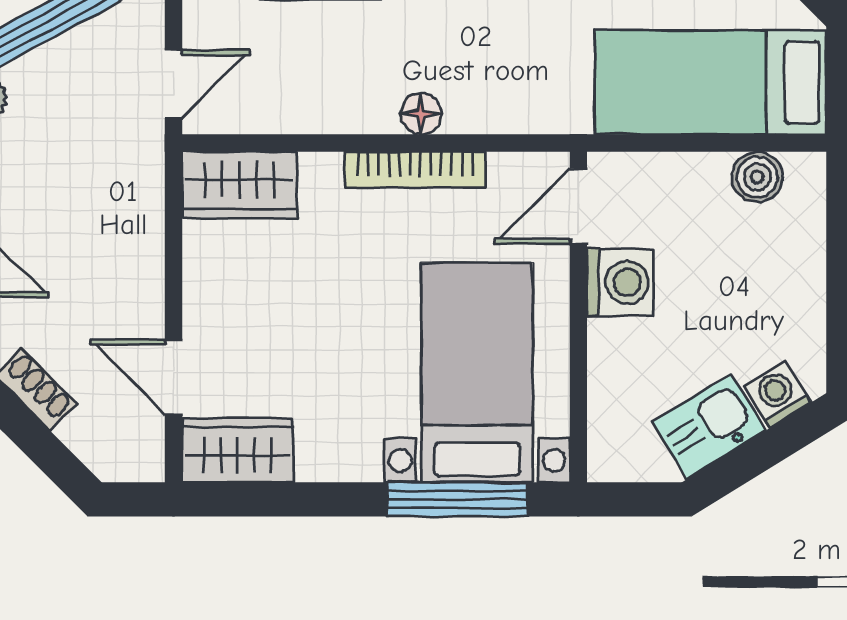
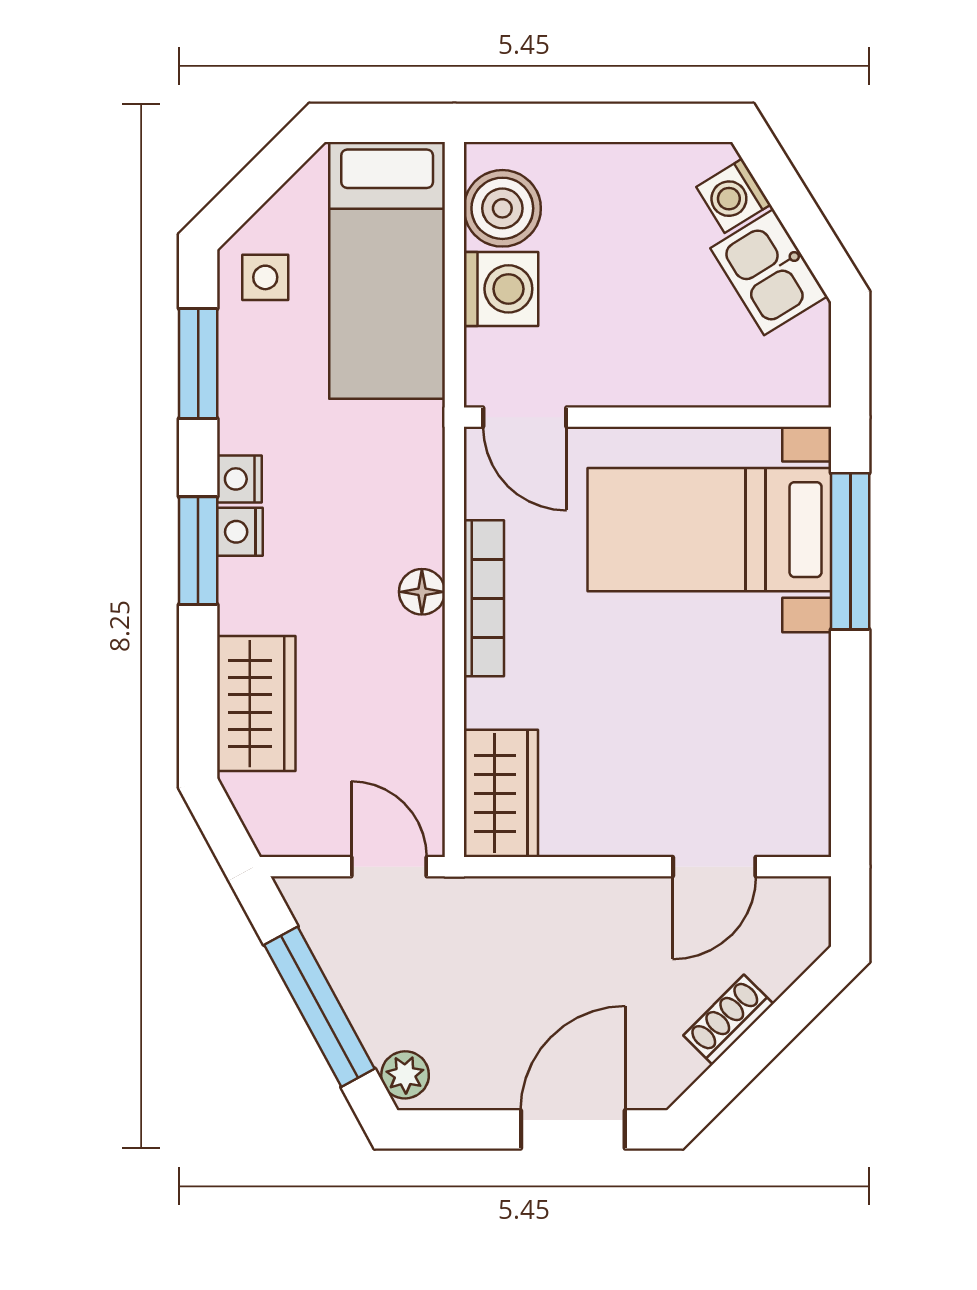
boiler: (757, 177) -> (502, 208), width x1.36, depth x1.36
washing machine: (620, 283) -> (501, 289), moved, turned 90
wardrobe: (238, 450) -> (795, 796), removed

